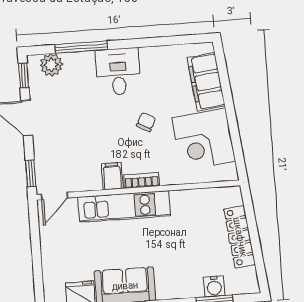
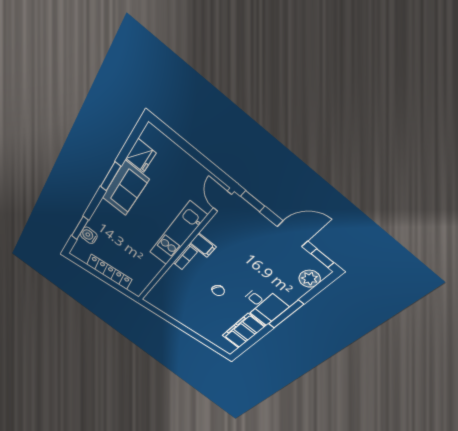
window: (81, 47) -> (286, 314), moved
filing cabinet: (206, 82) -> (243, 331), moved, turned -83
corner desk: (204, 140) -> (180, 305), removed

